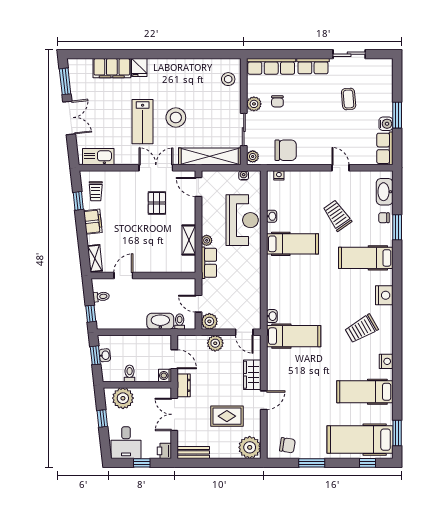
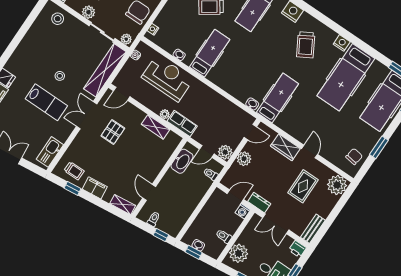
stool: (176, 118) -> (60, 76), width x0.53, depth x0.53
pallet: (157, 203) -> (113, 132), turned 90
washbasin: (160, 321) -> (182, 161), moved, turned 180
hospital bed: (365, 392) -> (346, 77), width x1.37, depth x1.29

